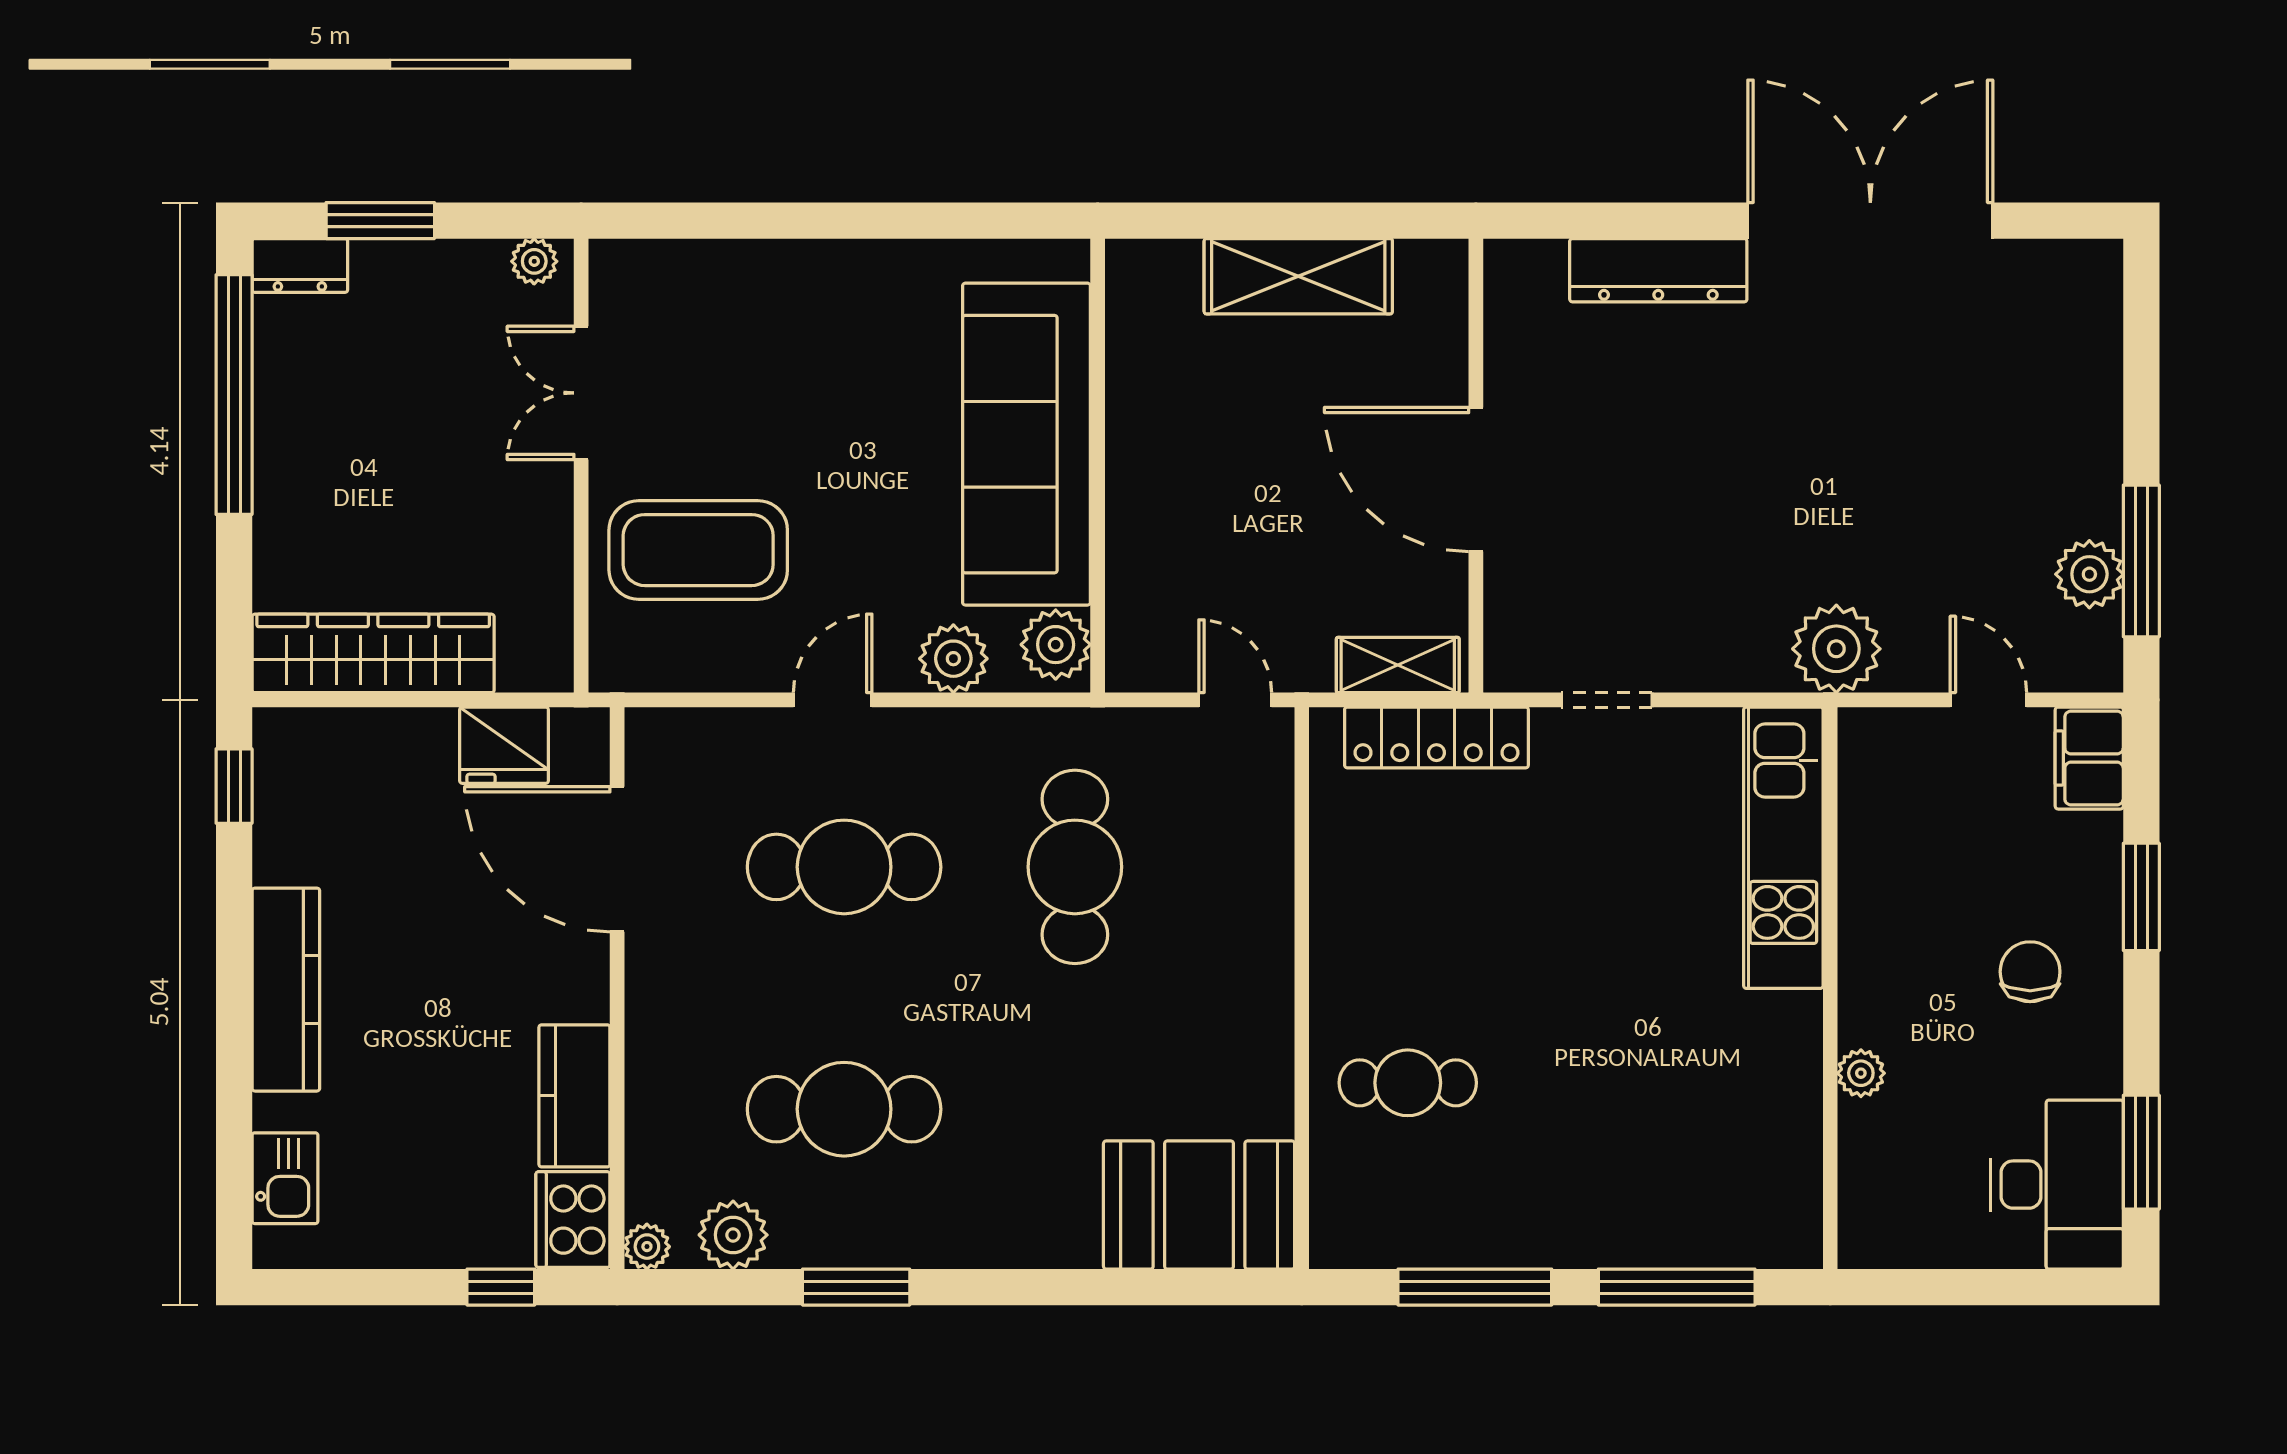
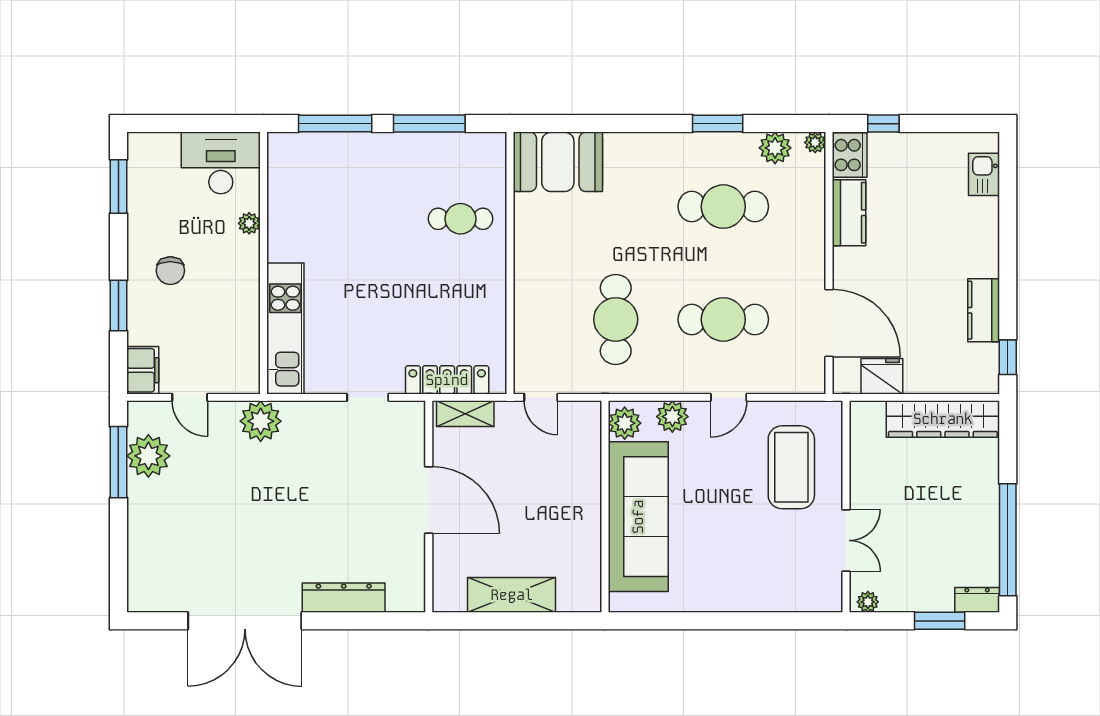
coffee table: (698, 550) -> (791, 467), turned 90
plant: (2089, 574) -> (148, 456), width x1.36, depth x1.36
kitchen counter: (286, 990) -> (984, 310), moved, width x0.67
desk: (2057, 1185) -> (221, 163), moved, turned 90

